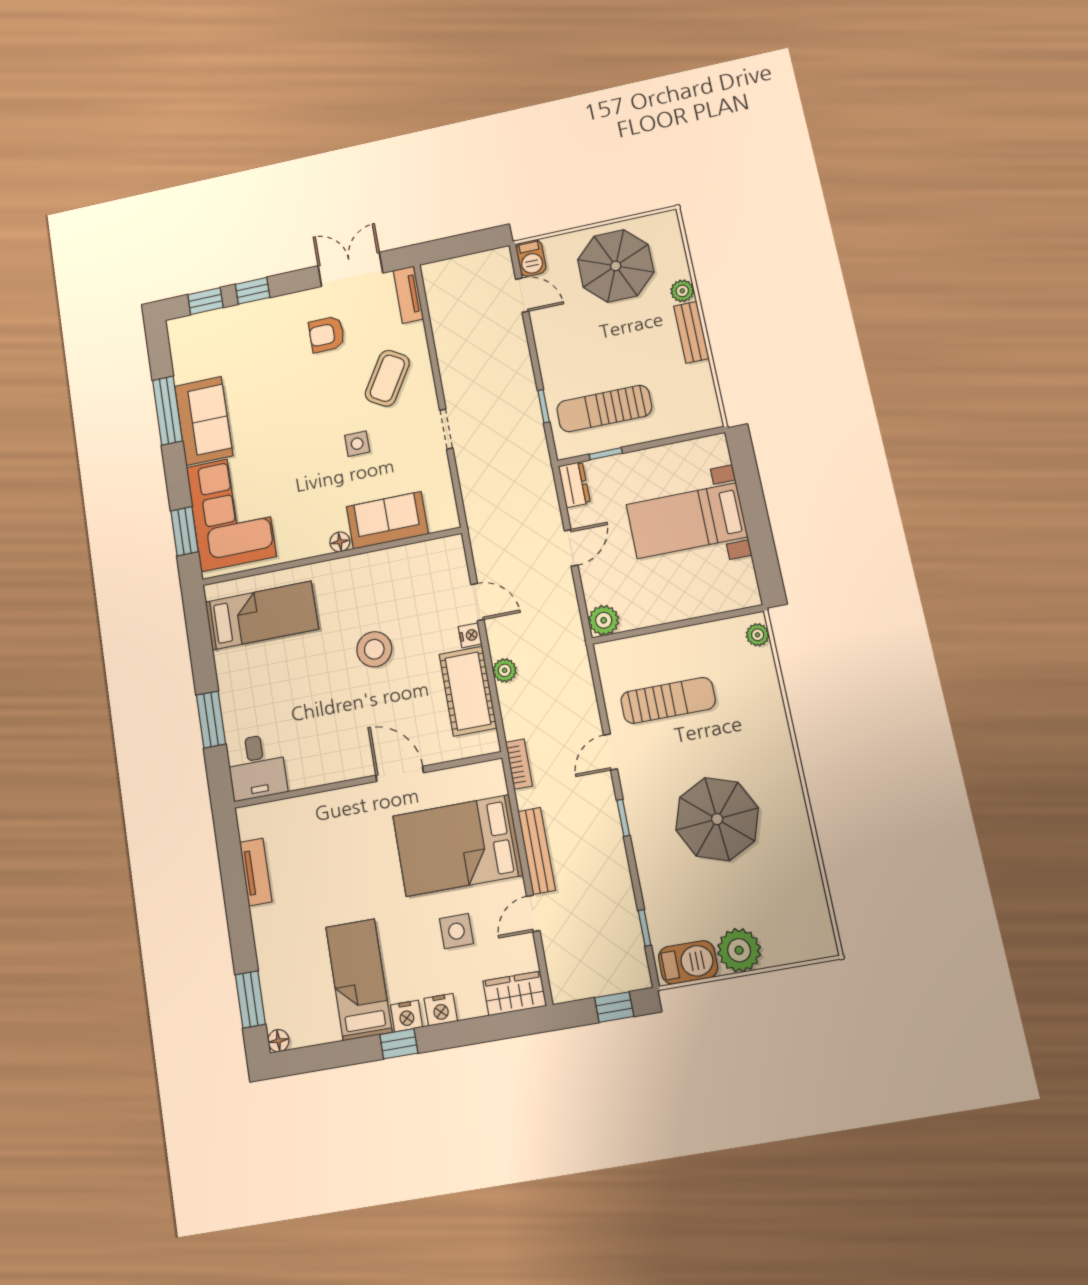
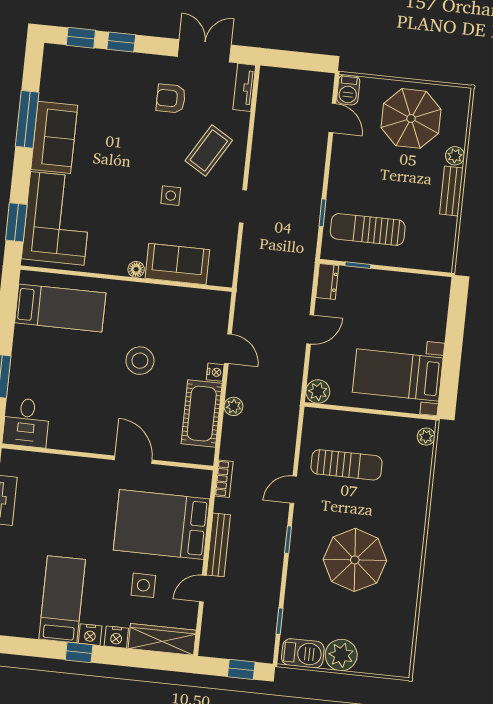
bed with nightstands: (687, 521) -> (398, 375), moved
wardrobe: (515, 993) -> (162, 639), width x1.50

